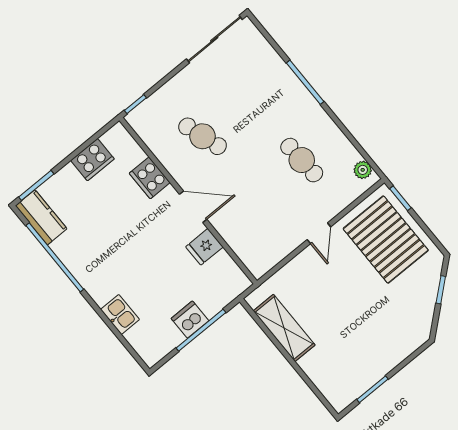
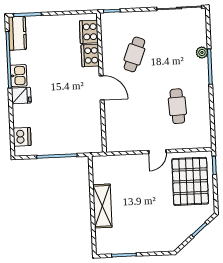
cafe table: (203, 136) -> (134, 54), turned 39
cooker: (92, 160) -> (89, 32), moved, turned 90
plant: (363, 170) -> (202, 52), moved
fridge: (204, 247) -> (21, 96), moved, turned 180
kitchen sink: (120, 314) -> (19, 76), moved
dishwasher: (190, 320) -> (22, 137), moved, turned 90
shelving: (284, 328) -> (102, 206), moved

